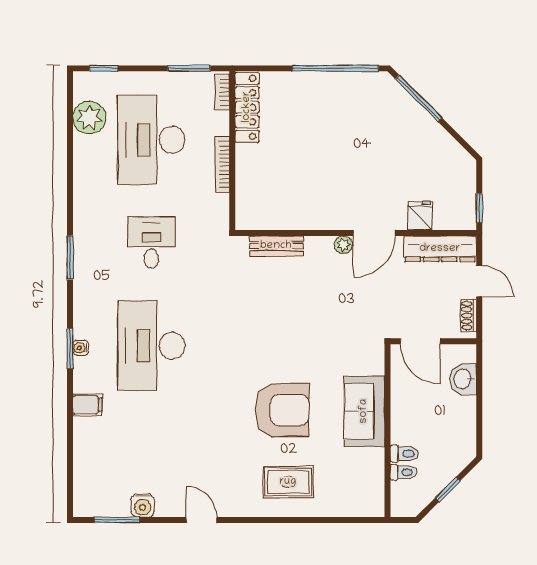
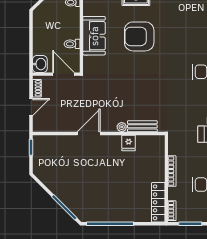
fridge: (420, 216) -> (129, 143), moved
plant: (343, 245) -> (122, 127), moved
dresser: (440, 249) -> (52, 125), removed
door: (479, 281) -> (31, 107), swing flipped
washbasin: (463, 379) -> (40, 64), moved
toilet: (405, 454) -> (72, 44), moved

